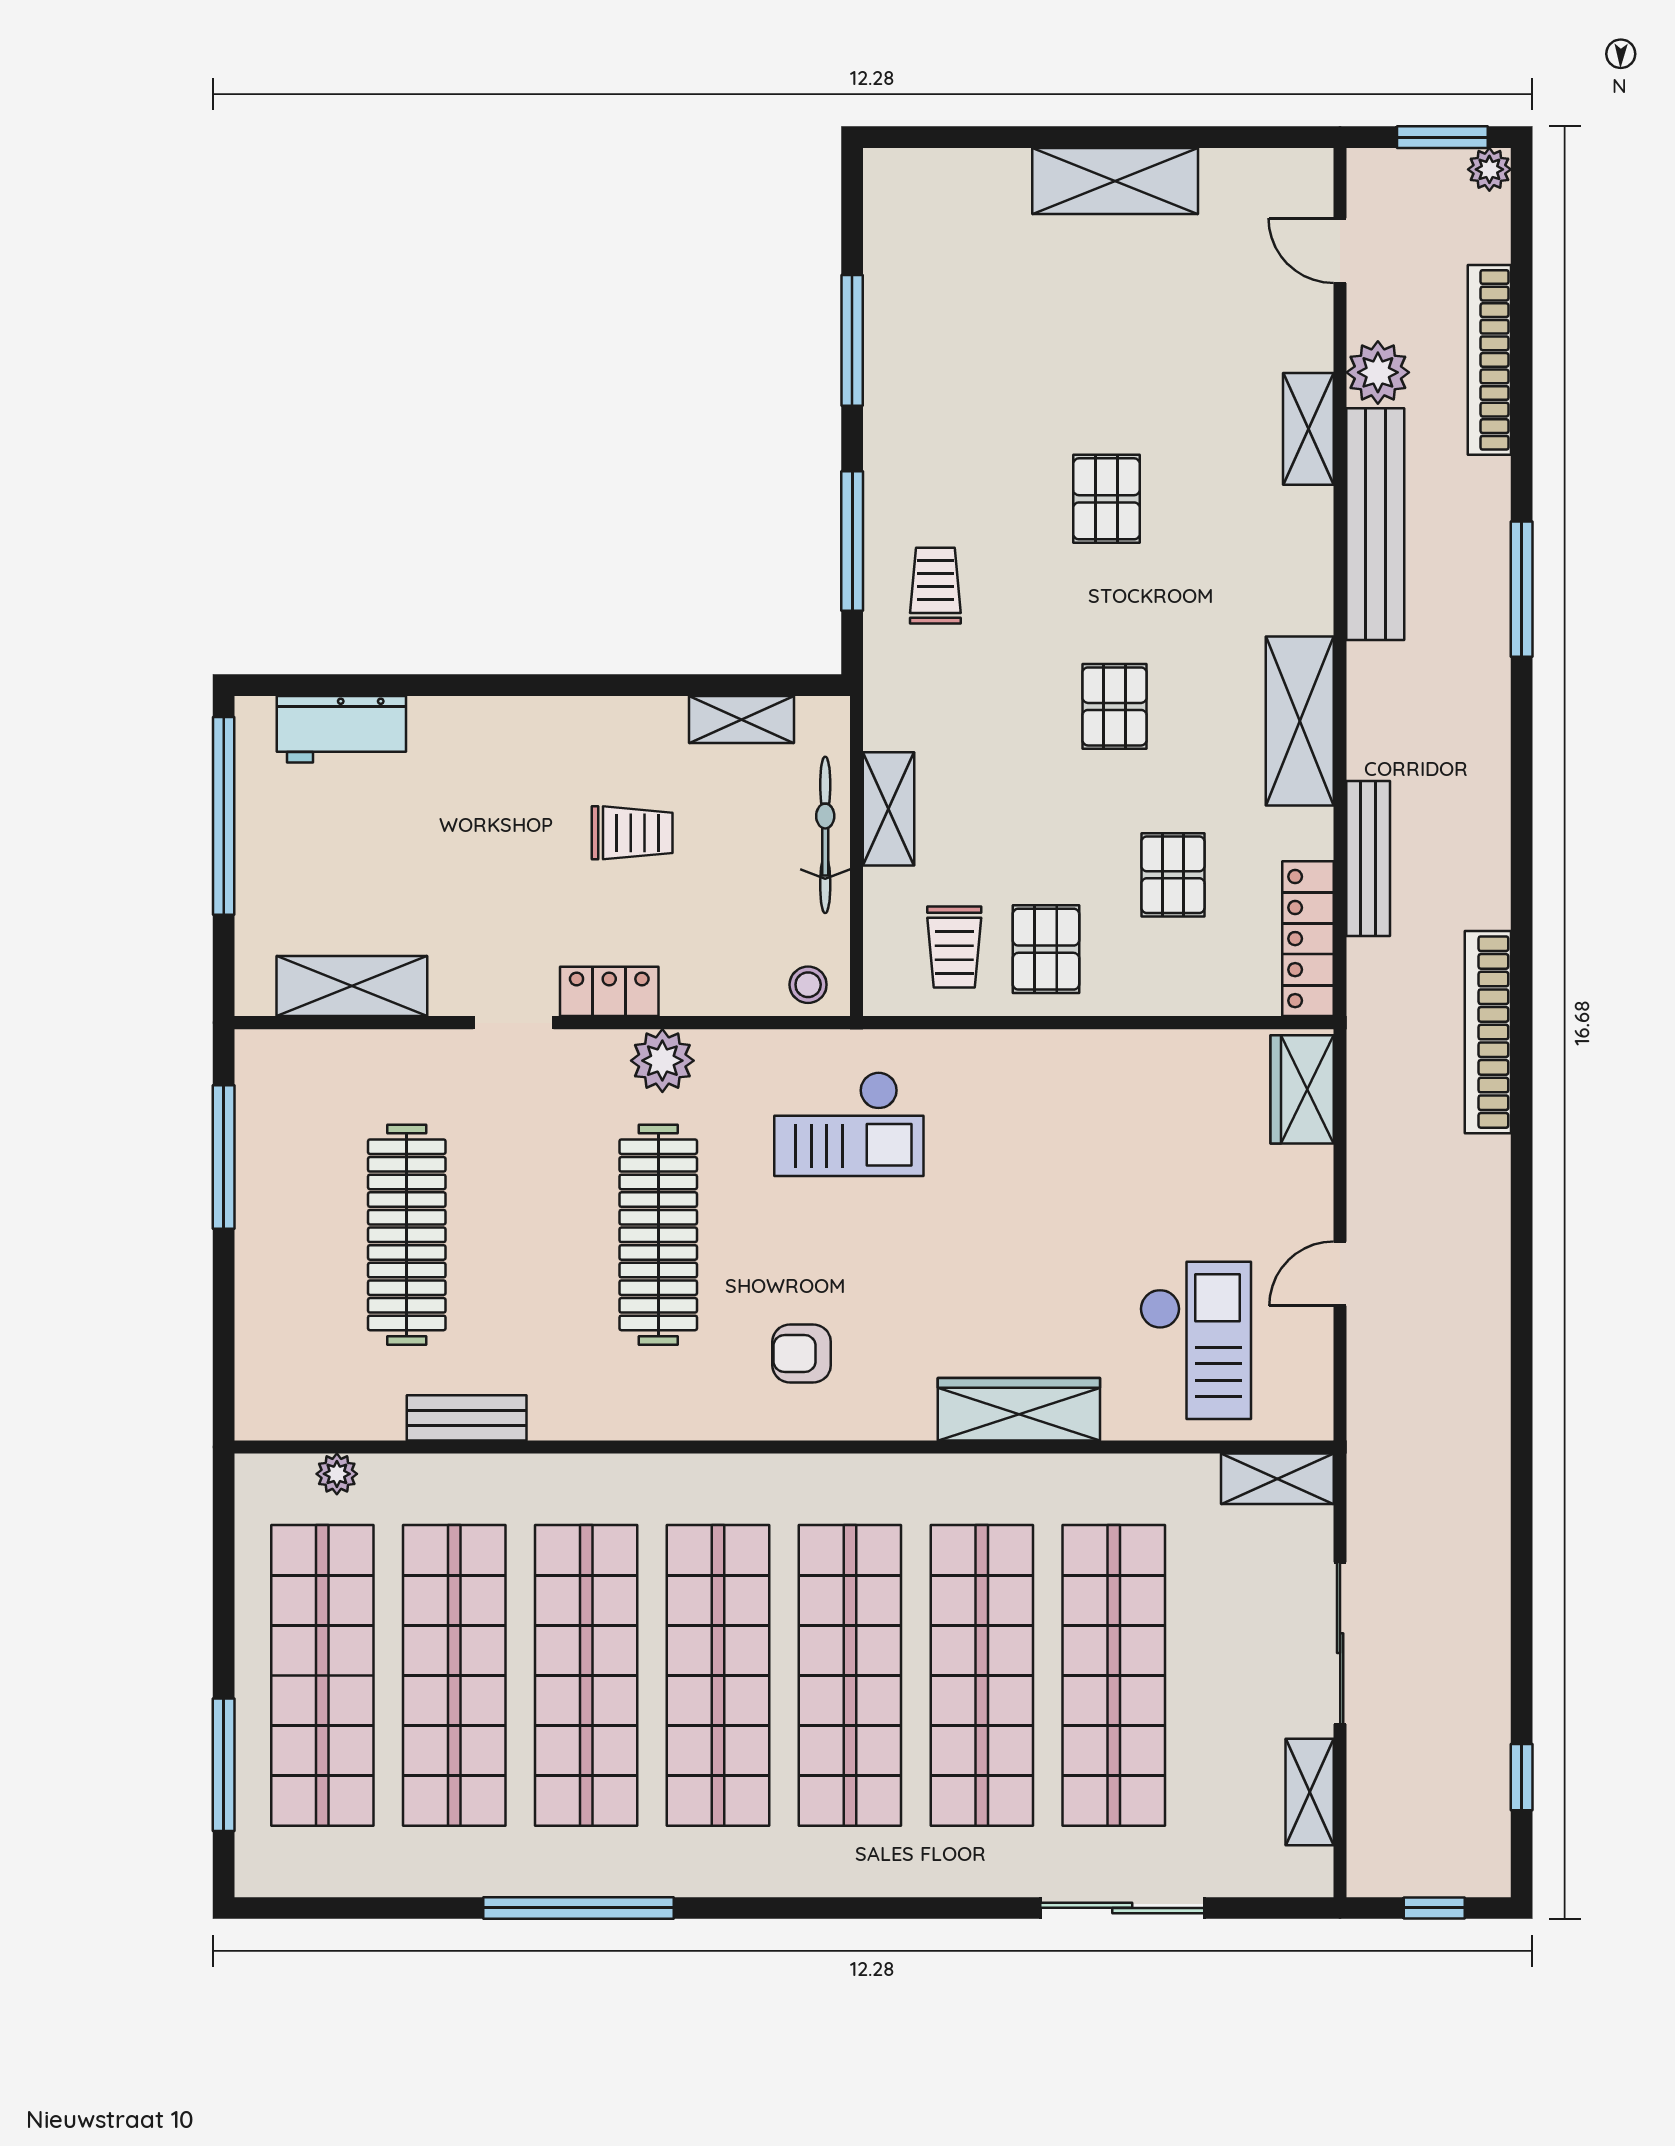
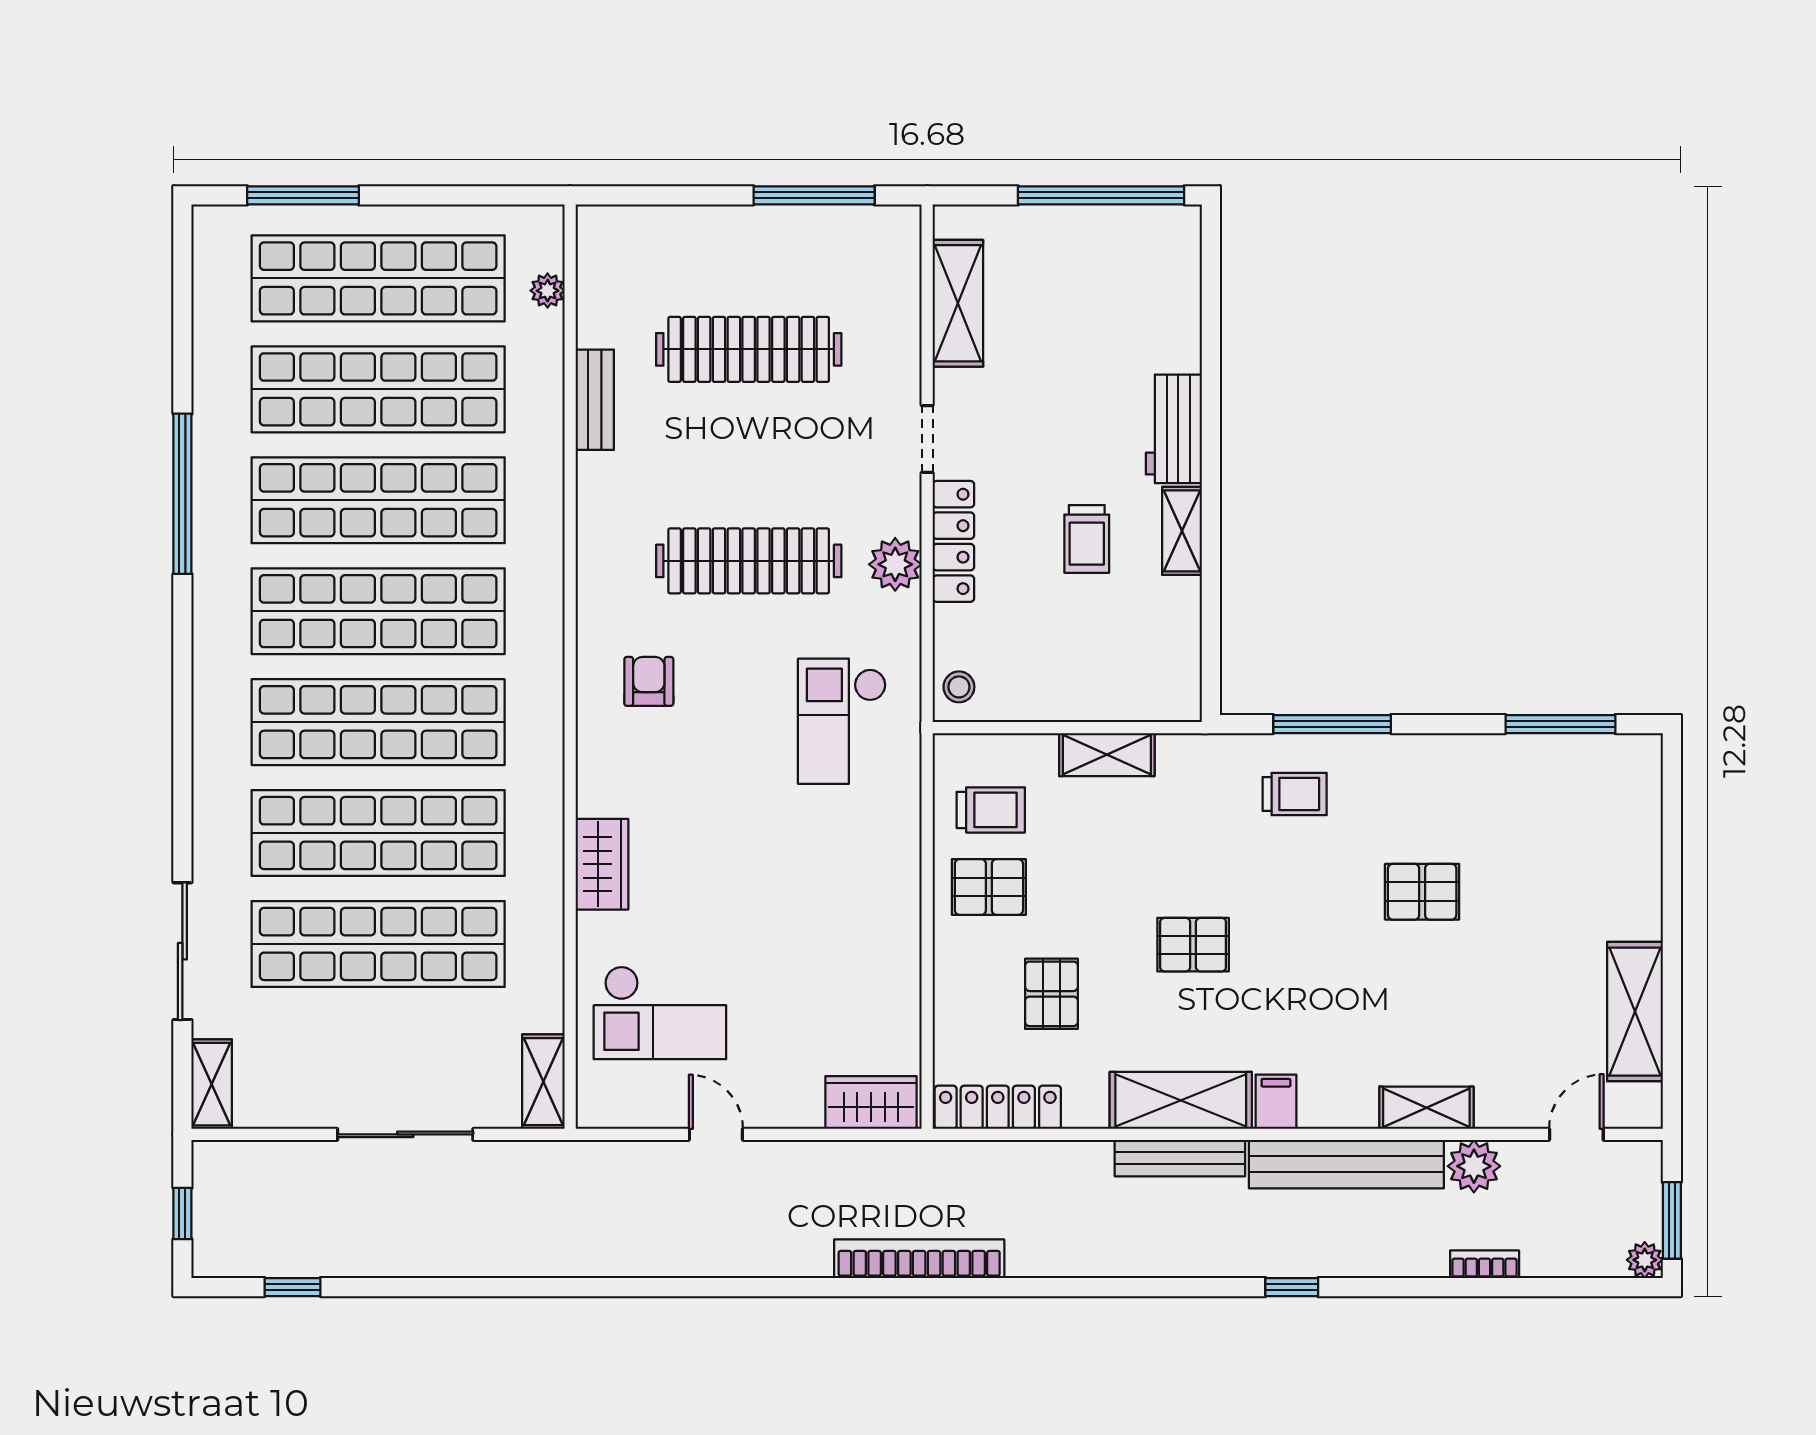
shelving: (1115, 181) -> (1635, 1012), moved
window: (852, 340) -> (1560, 724), moved
bookcase: (1489, 360) -> (1485, 1264), width x0.43, depth x0.76
pallet: (1106, 499) -> (1422, 892), moved
window: (1522, 589) -> (1292, 1287), width x0.46
filing cabinet: (1301, 608) -> (1276, 1102), added
shelving: (741, 720) -> (1182, 531), moved
workbench: (341, 729) -> (1174, 429), moved
bicycle: (825, 835) -> (1085, 701), removed
bench: (1368, 858) -> (1180, 1158), moved
pallet: (1173, 875) -> (1051, 994), turned 90
trolley: (954, 947) -> (991, 810), turned 180
locker: (609, 991) -> (953, 541), width x1.53
wardrobe: (1019, 1409) -> (602, 864), width x0.67
shelving: (1310, 1792) -> (212, 1084), moved, turned 90

